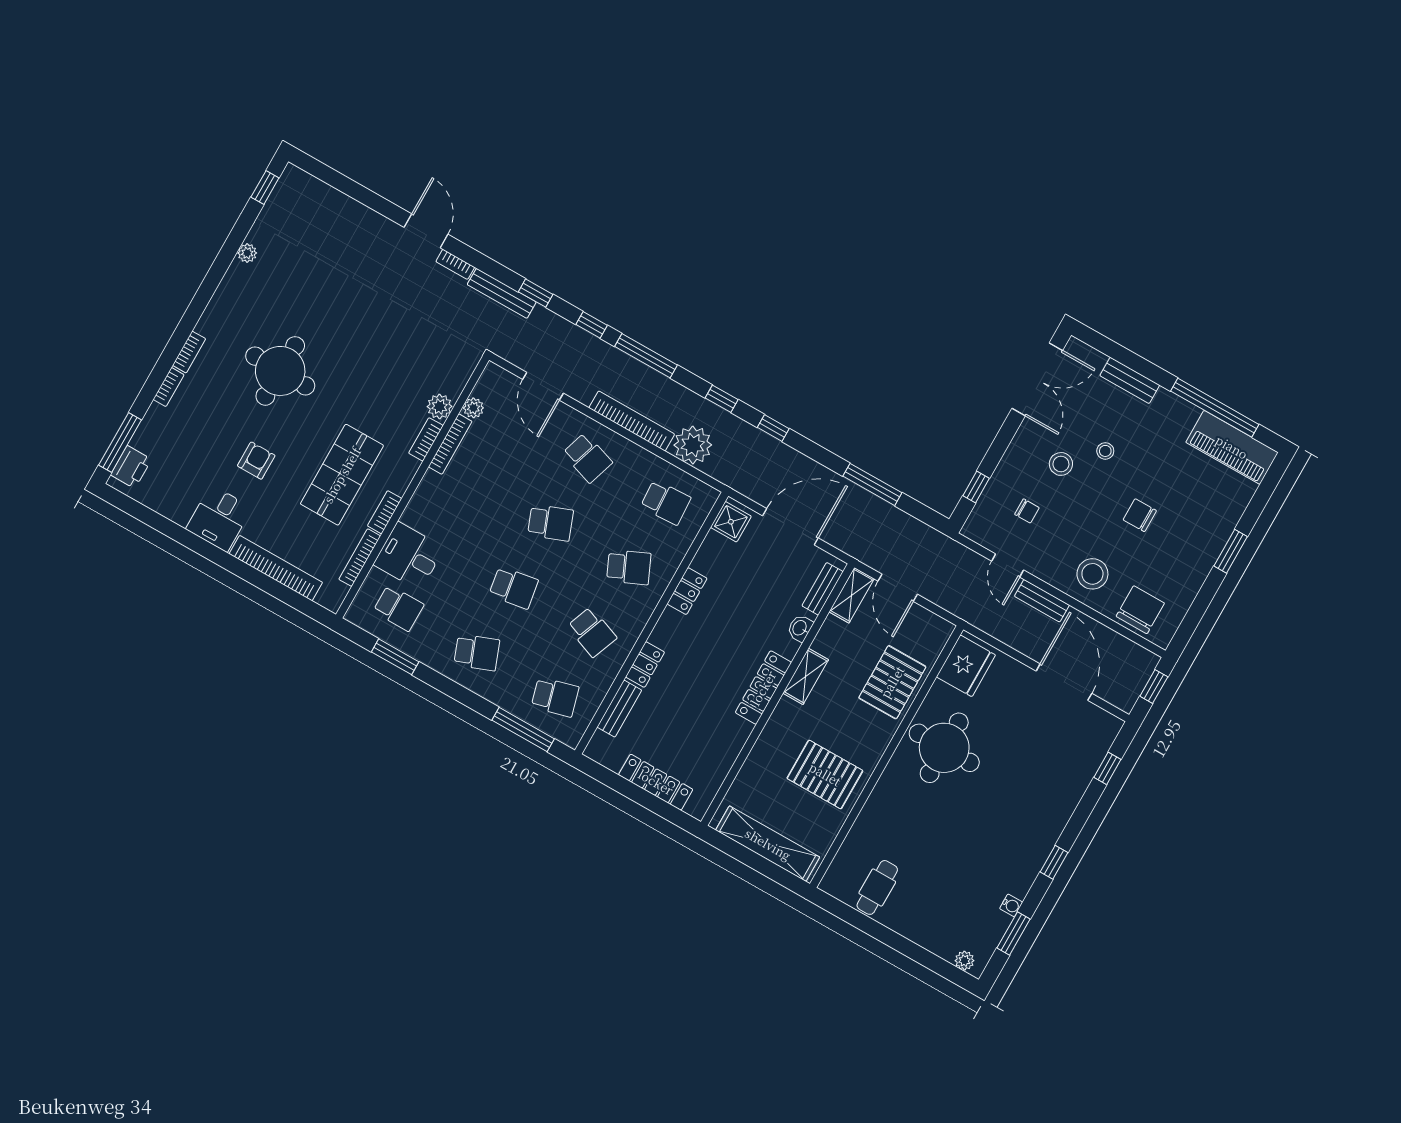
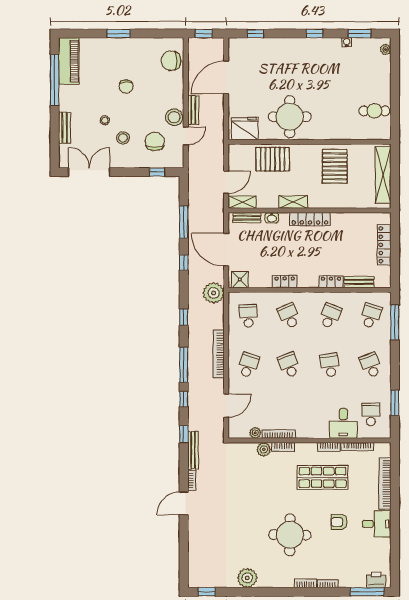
plant: (247, 253) -> (247, 578), width x1.87, depth x1.87
window: (773, 428) -> (184, 263), moved
plant: (693, 445) -> (214, 293), moved
chair: (1027, 511) -> (155, 141), width x1.87, depth x1.87
stool: (1092, 574) -> (174, 117), moved
school desk: (555, 697) -> (371, 316), turned 33

